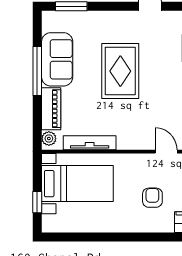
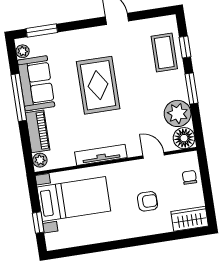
plant: (48, 24) -> (23, 51), added
tv unit: (90, 143) -> (101, 155), moved
armchair: (152, 198) -> (147, 201), turned 90

